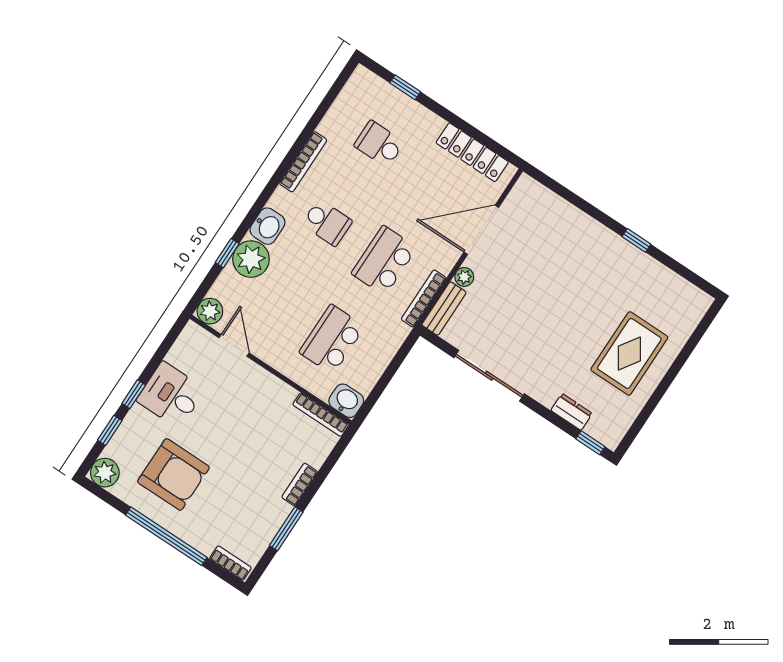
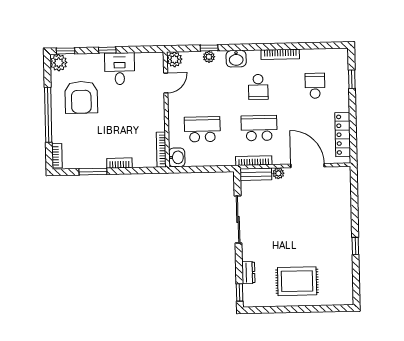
plant: (251, 259) -> (209, 57), width x0.53, depth x0.53
window: (110, 430) -> (66, 51), moved

